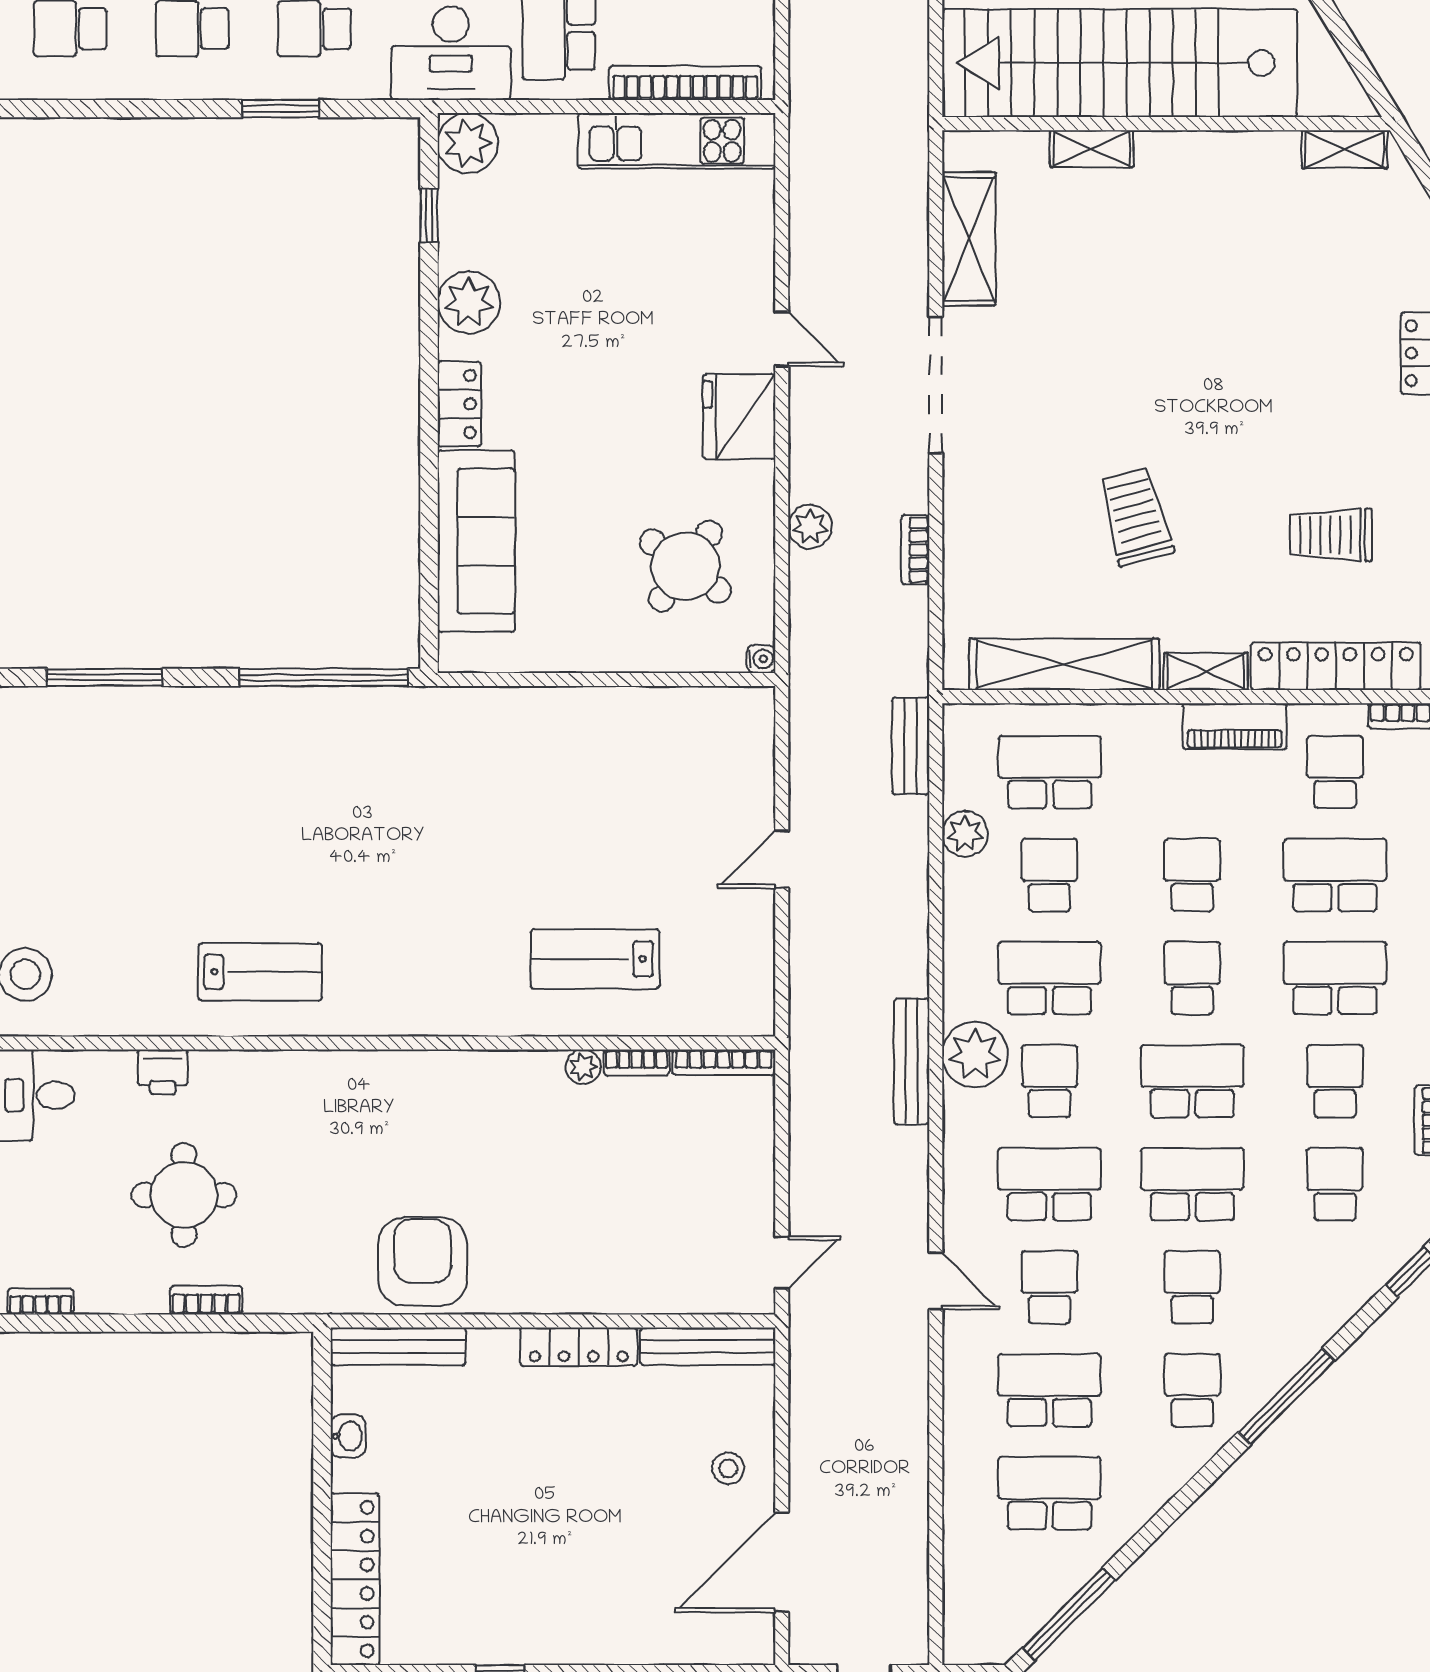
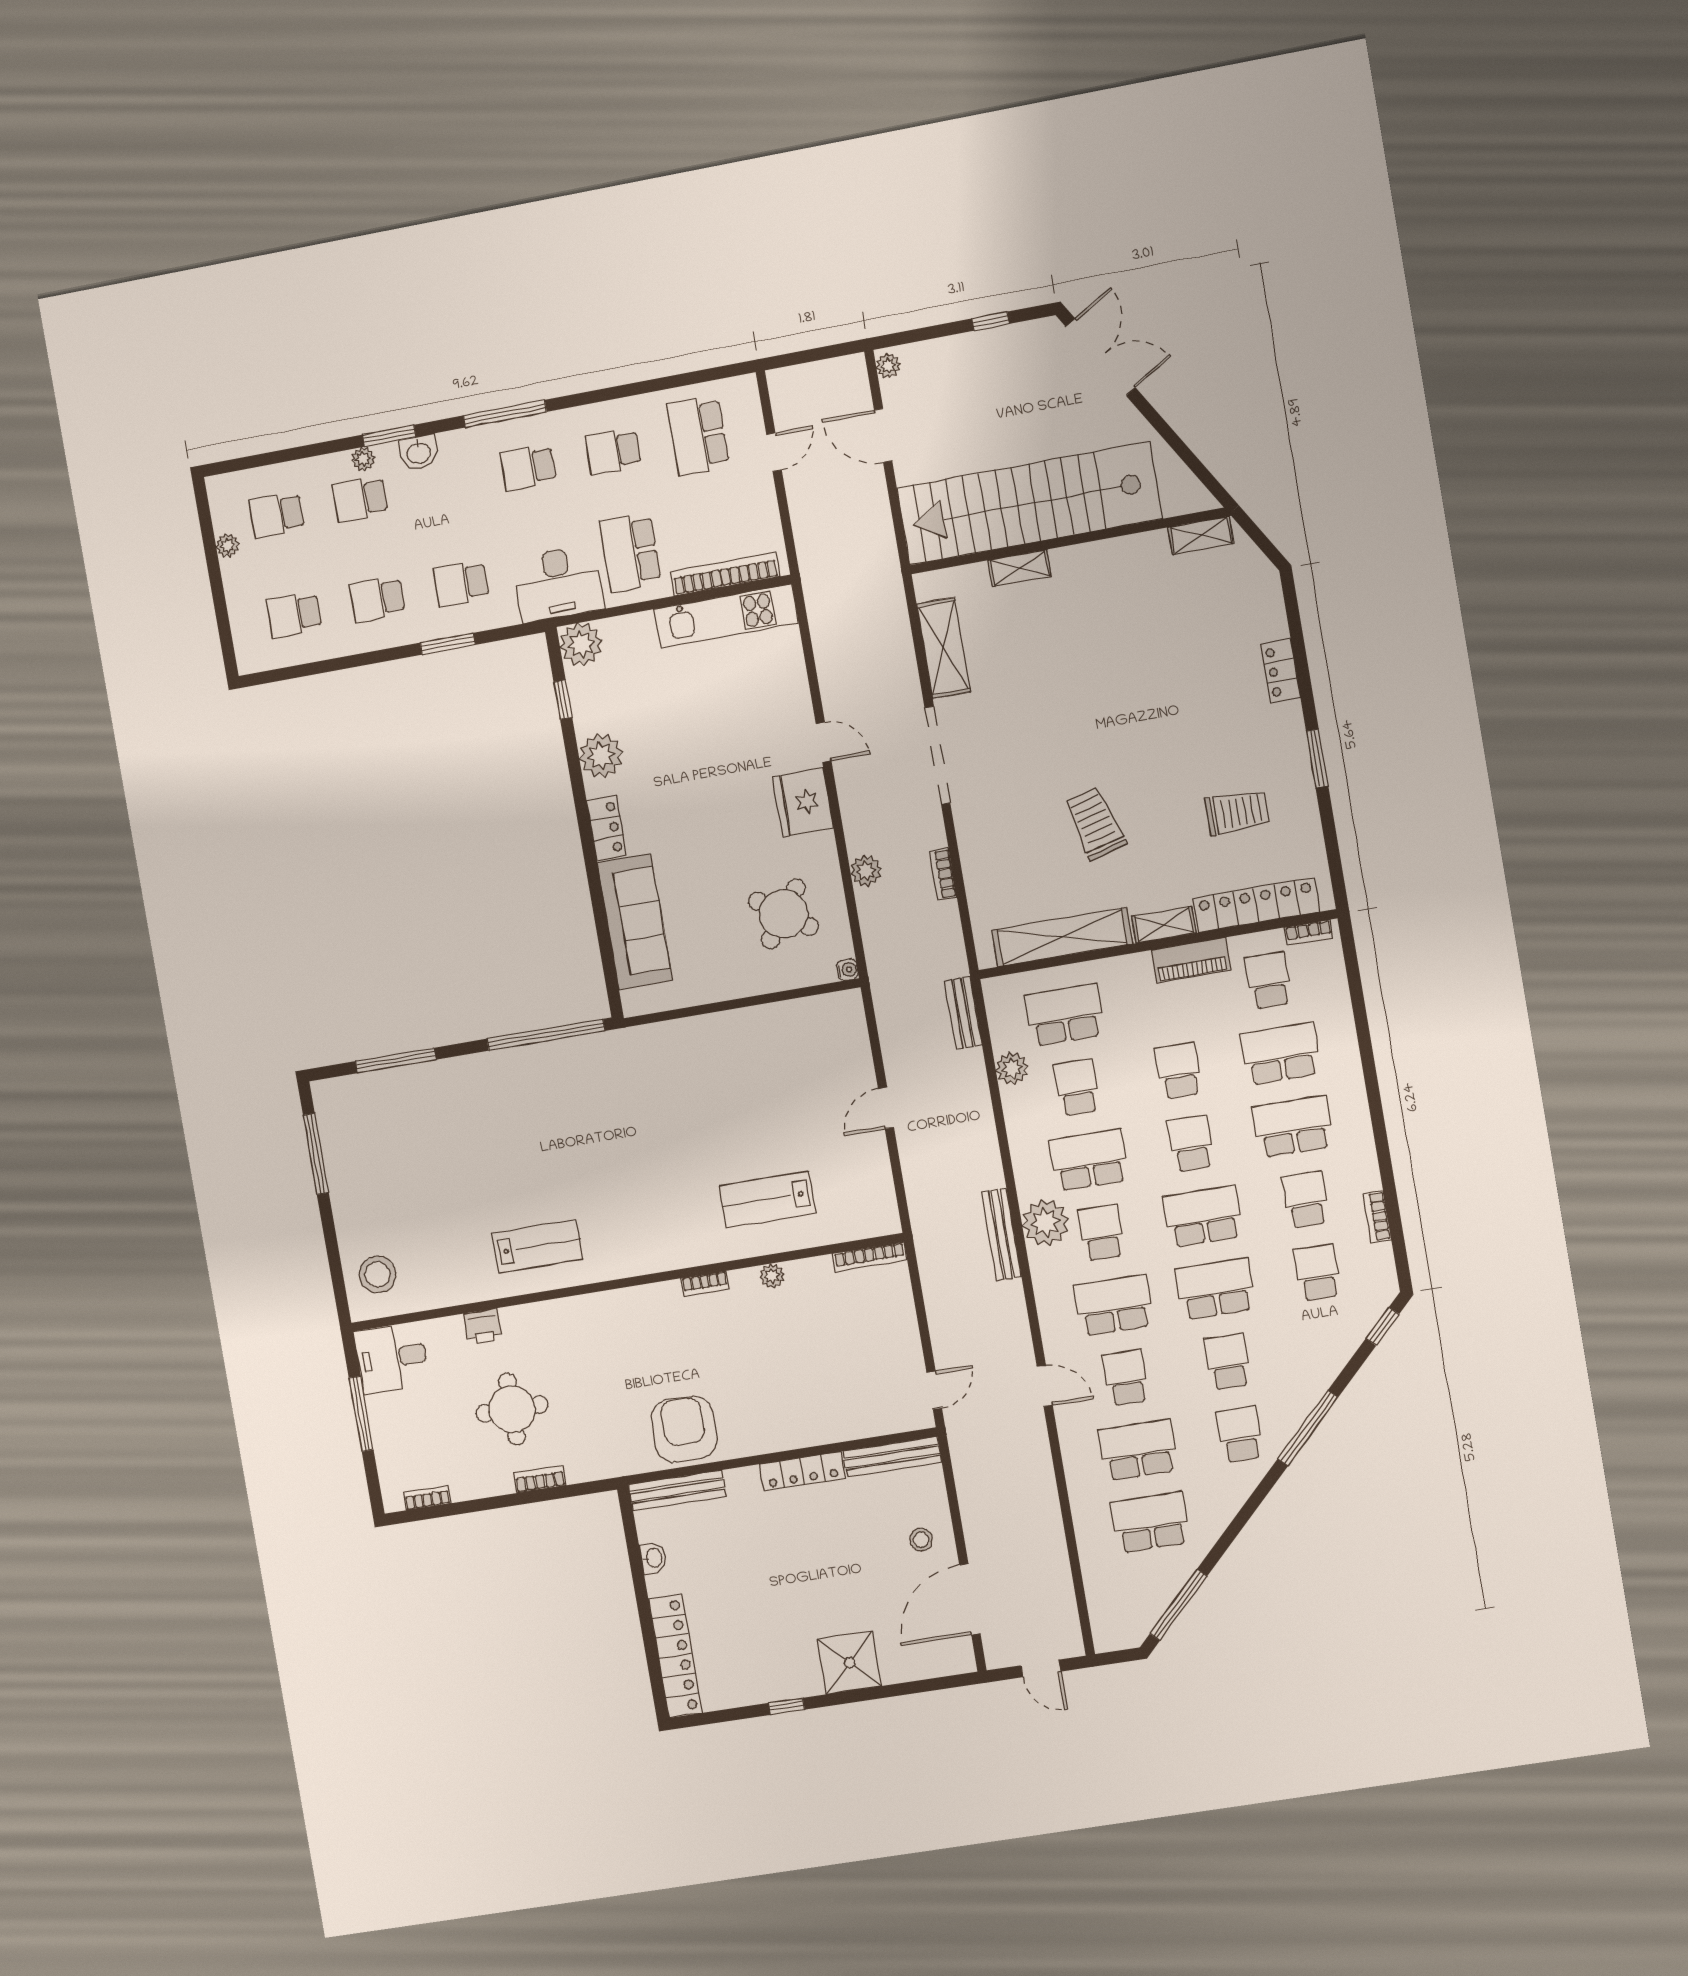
trolley: (1331, 535) -> (1237, 812), turned 180
bookcase: (637, 1063) -> (705, 1284), moved
shower: (599, 1626) -> (850, 1663), added

